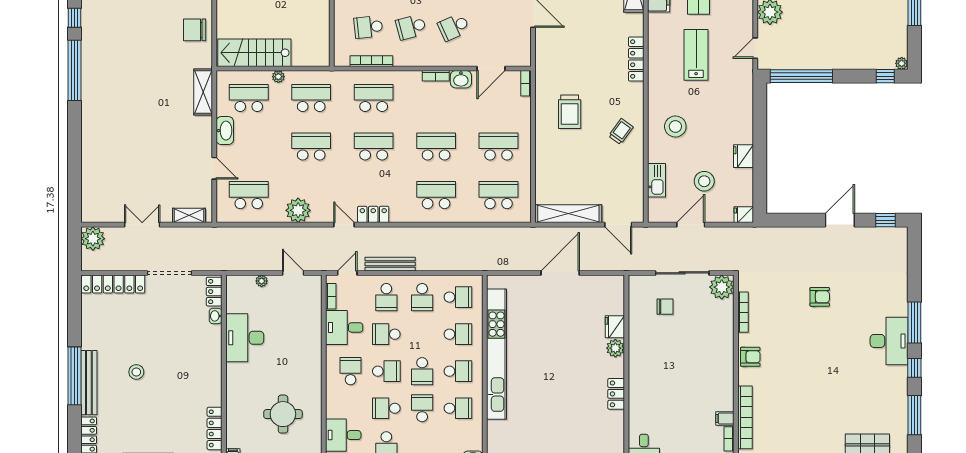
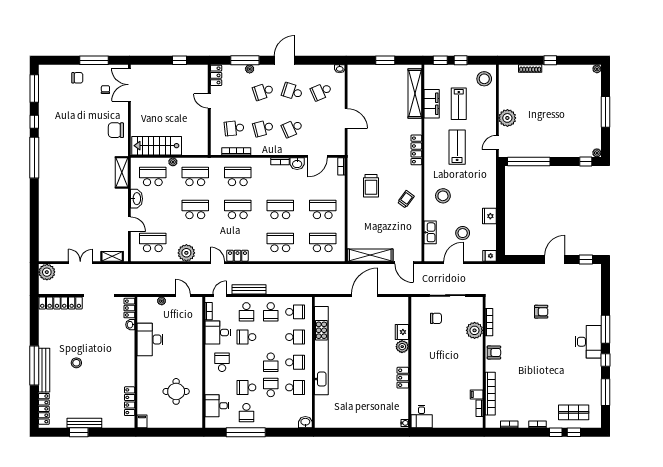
plant: (722, 287) -> (475, 330), moved
school desk: (386, 371) -> (246, 362), removed

